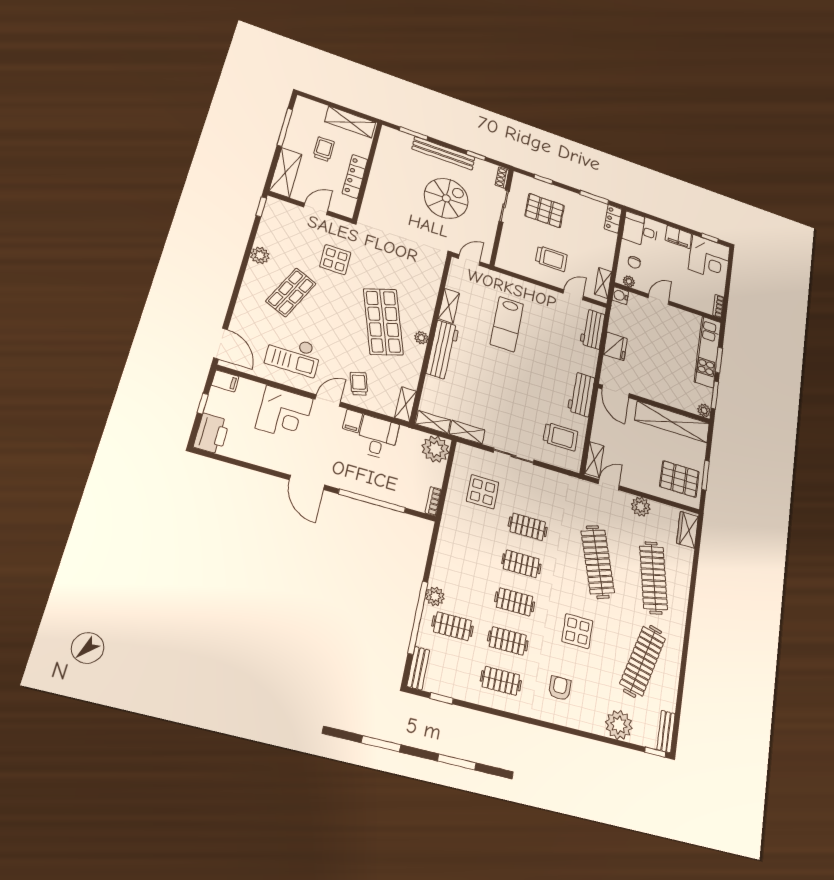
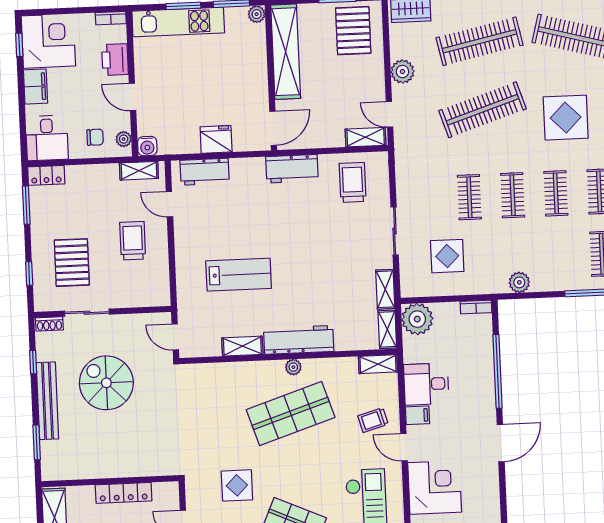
printer: (688, 298) -> (115, 60), added
plant: (435, 596) -> (519, 282), moved
display table: (577, 631) -> (566, 118), width x1.36, depth x1.36

